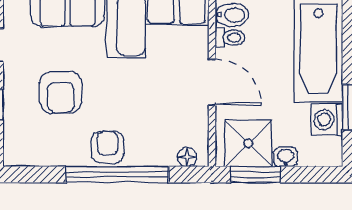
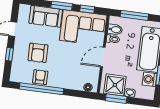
door: (212, 82) -> (103, 57), swing flipped
armchair: (108, 147) -> (40, 77), moved
window: (117, 174) -> (41, 89), moved

